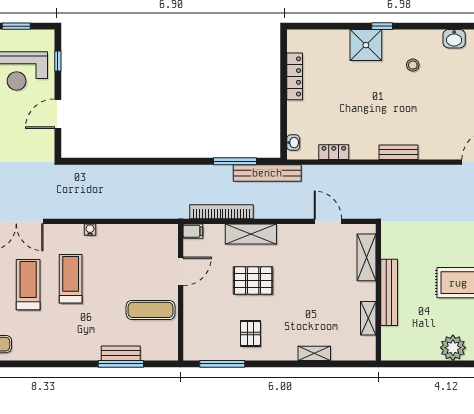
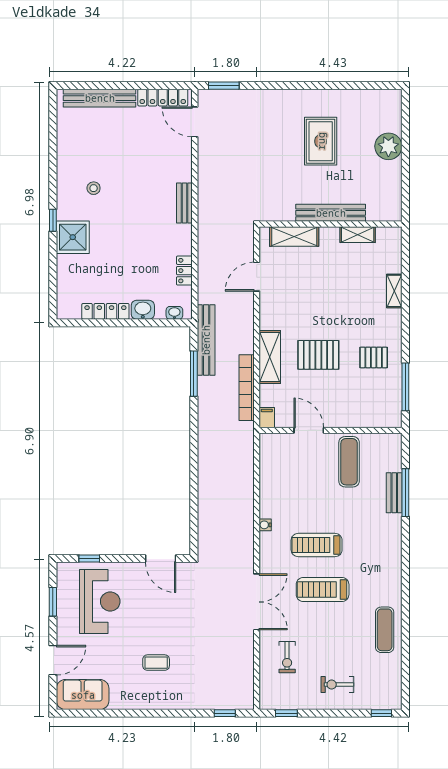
washbasin: (454, 39) -> (143, 310), moved, turned -90
door: (58, 114) -> (161, 558), moved
pallet: (253, 281) -> (318, 355), turned 90

